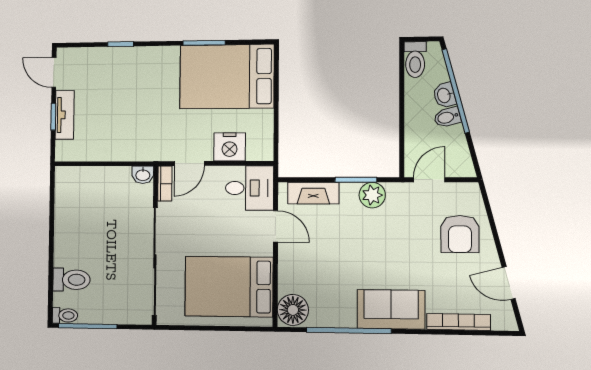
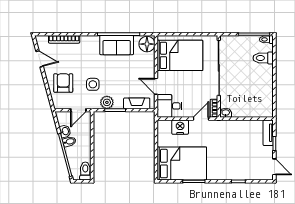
washbasin: (444, 95) -> (65, 131), moved
tv unit: (65, 115) -> (268, 133), moved
side table: (400, 231) -> (93, 84), added
sofa: (391, 309) -> (117, 45), moved

